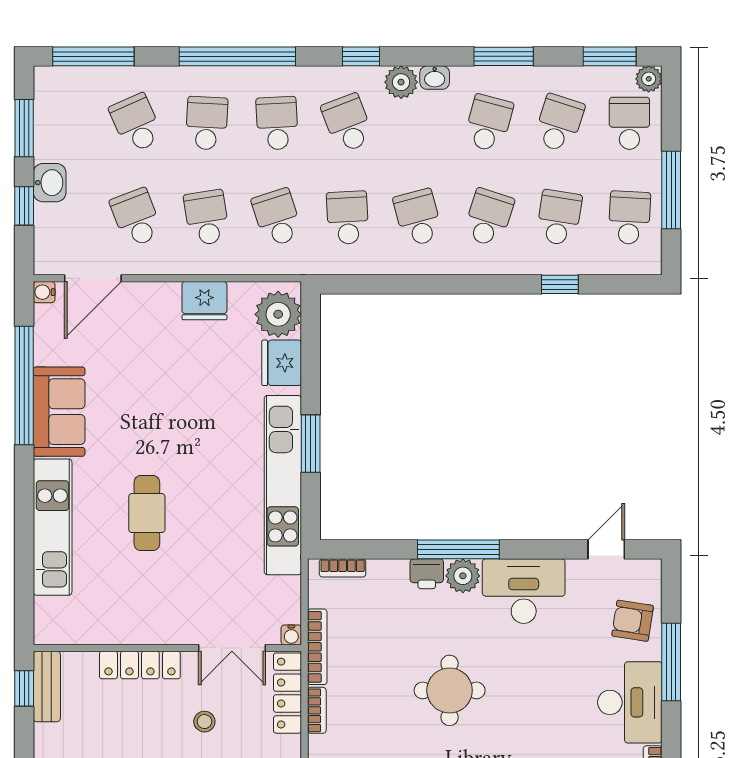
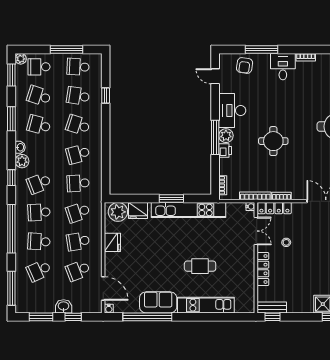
desk: (630, 702) -> (283, 67), width x0.73

